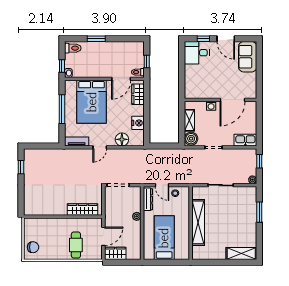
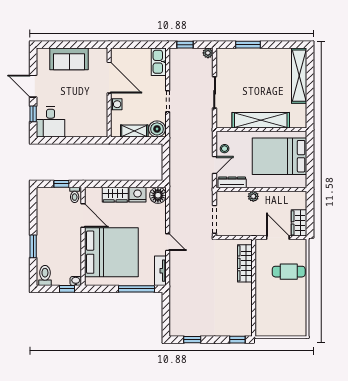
door: (226, 39) -> (33, 86), swing flipped
sofa: (248, 57) -> (69, 59), moved
wardrobe: (138, 94) -> (115, 195), moved
bed: (92, 102) -> (111, 252), width x1.36
window: (62, 109) -> (136, 289), moved
floor lamp: (122, 139) -> (158, 195), moved
window: (21, 204) -> (237, 340), added
bed: (164, 238) -> (280, 156), width x1.50
chair: (33, 247) -> (291, 325), removed
shelving: (241, 253) -> (299, 76), width x1.47

